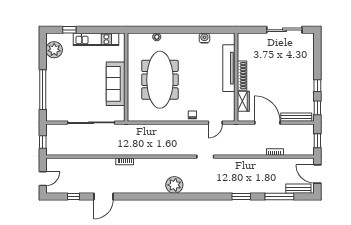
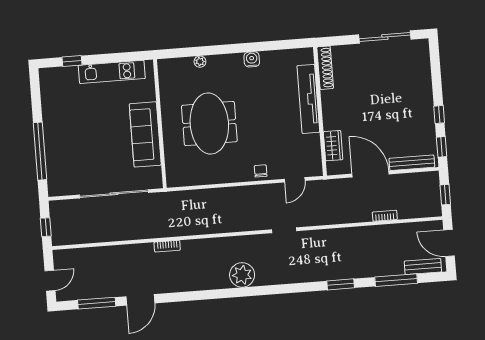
water cooler: (204, 38) -> (252, 59), moved
plant: (54, 50) -> (52, 92), removed
shoe rack: (242, 76) -> (325, 68), moved
meeting table: (160, 80) -> (209, 124), width x0.73
window: (74, 197) -> (97, 303), width x2.17

